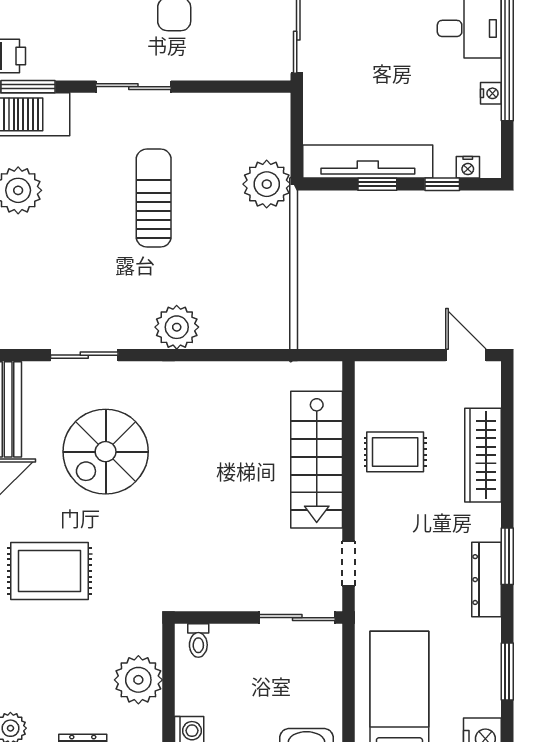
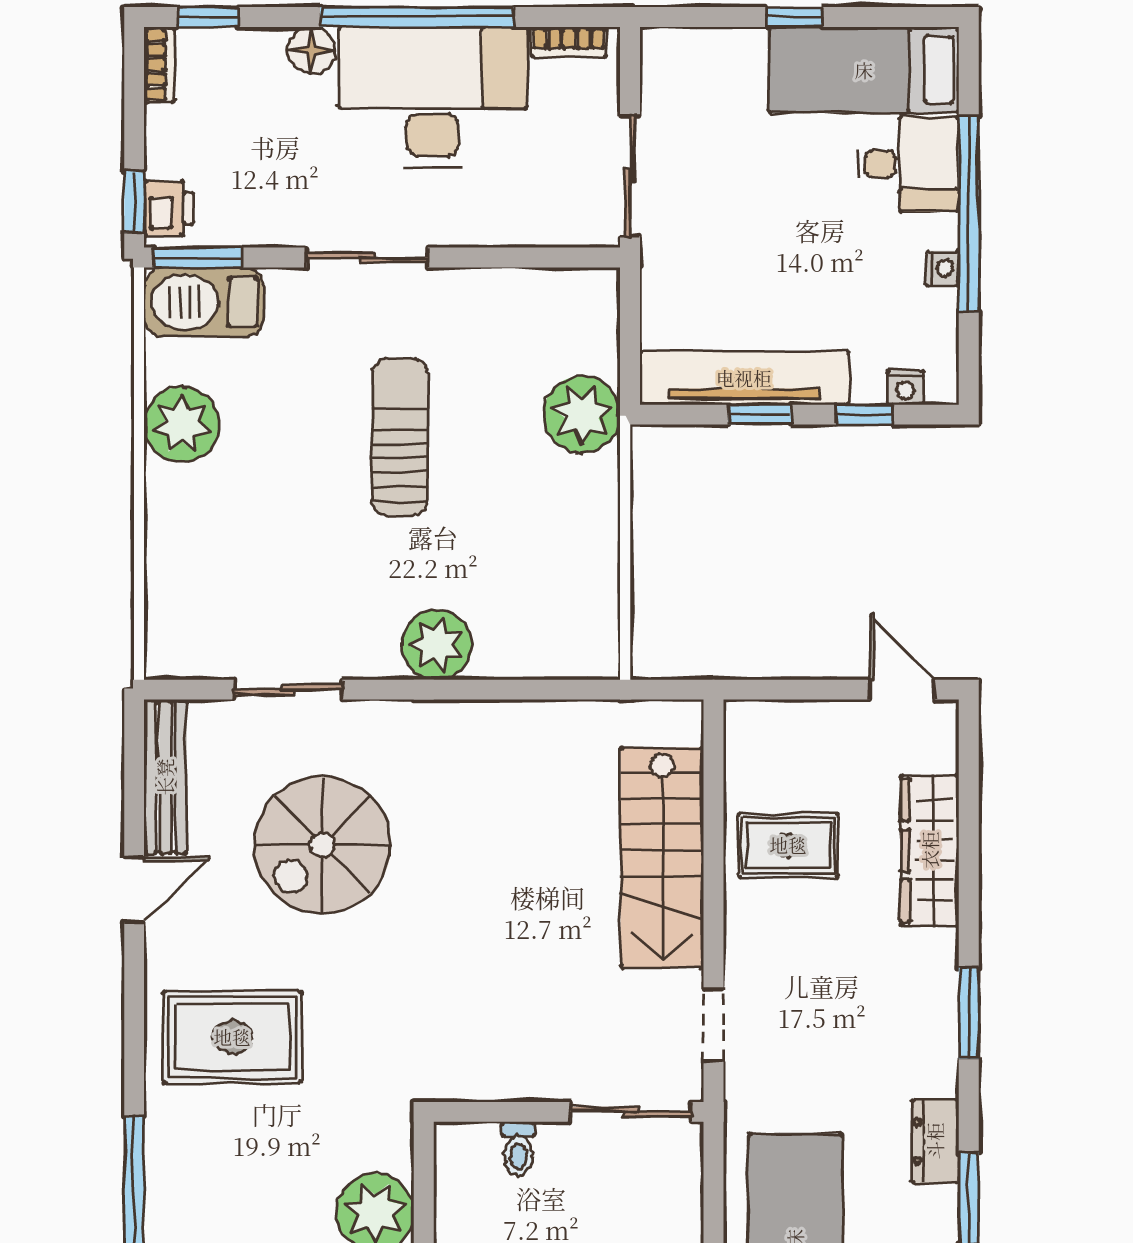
dresser: (487, 580) -> (935, 1141), moved, width x0.70
toilet: (198, 641) -> (518, 1149), moved

